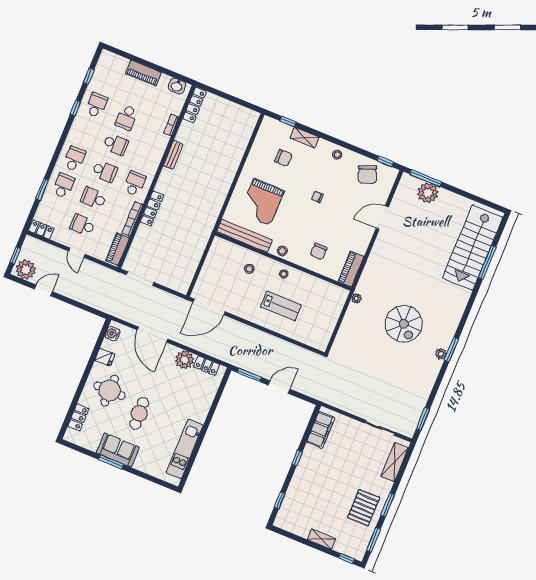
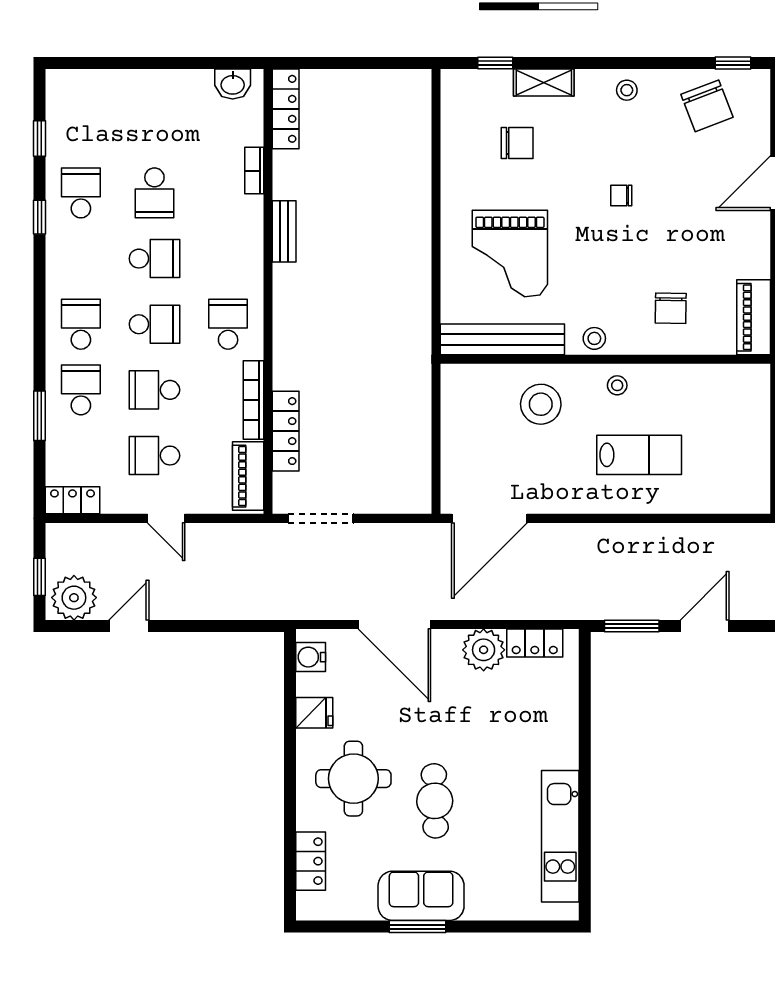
piano: (143, 73) -> (151, 86), removed
locker: (152, 209) -> (286, 431), moved
stool: (249, 269) -> (541, 404), width x1.89, depth x1.89

